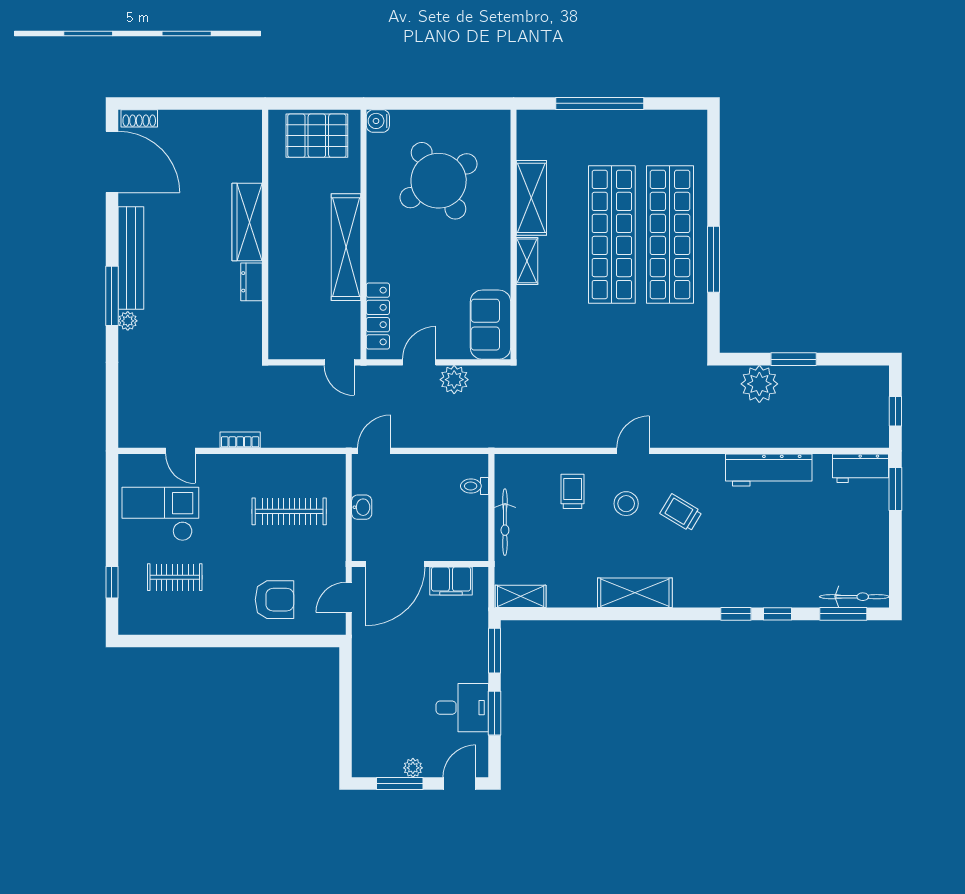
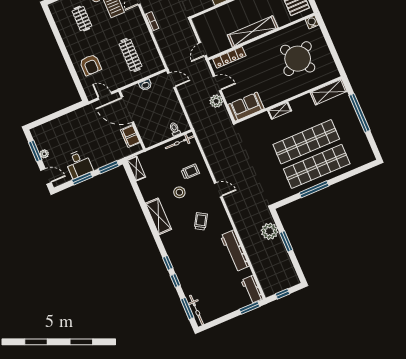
shelving: (531, 198) -> (329, 92), moved
stool: (626, 504) -> (179, 192), moved
bicycle: (505, 522) -> (180, 142), moved

